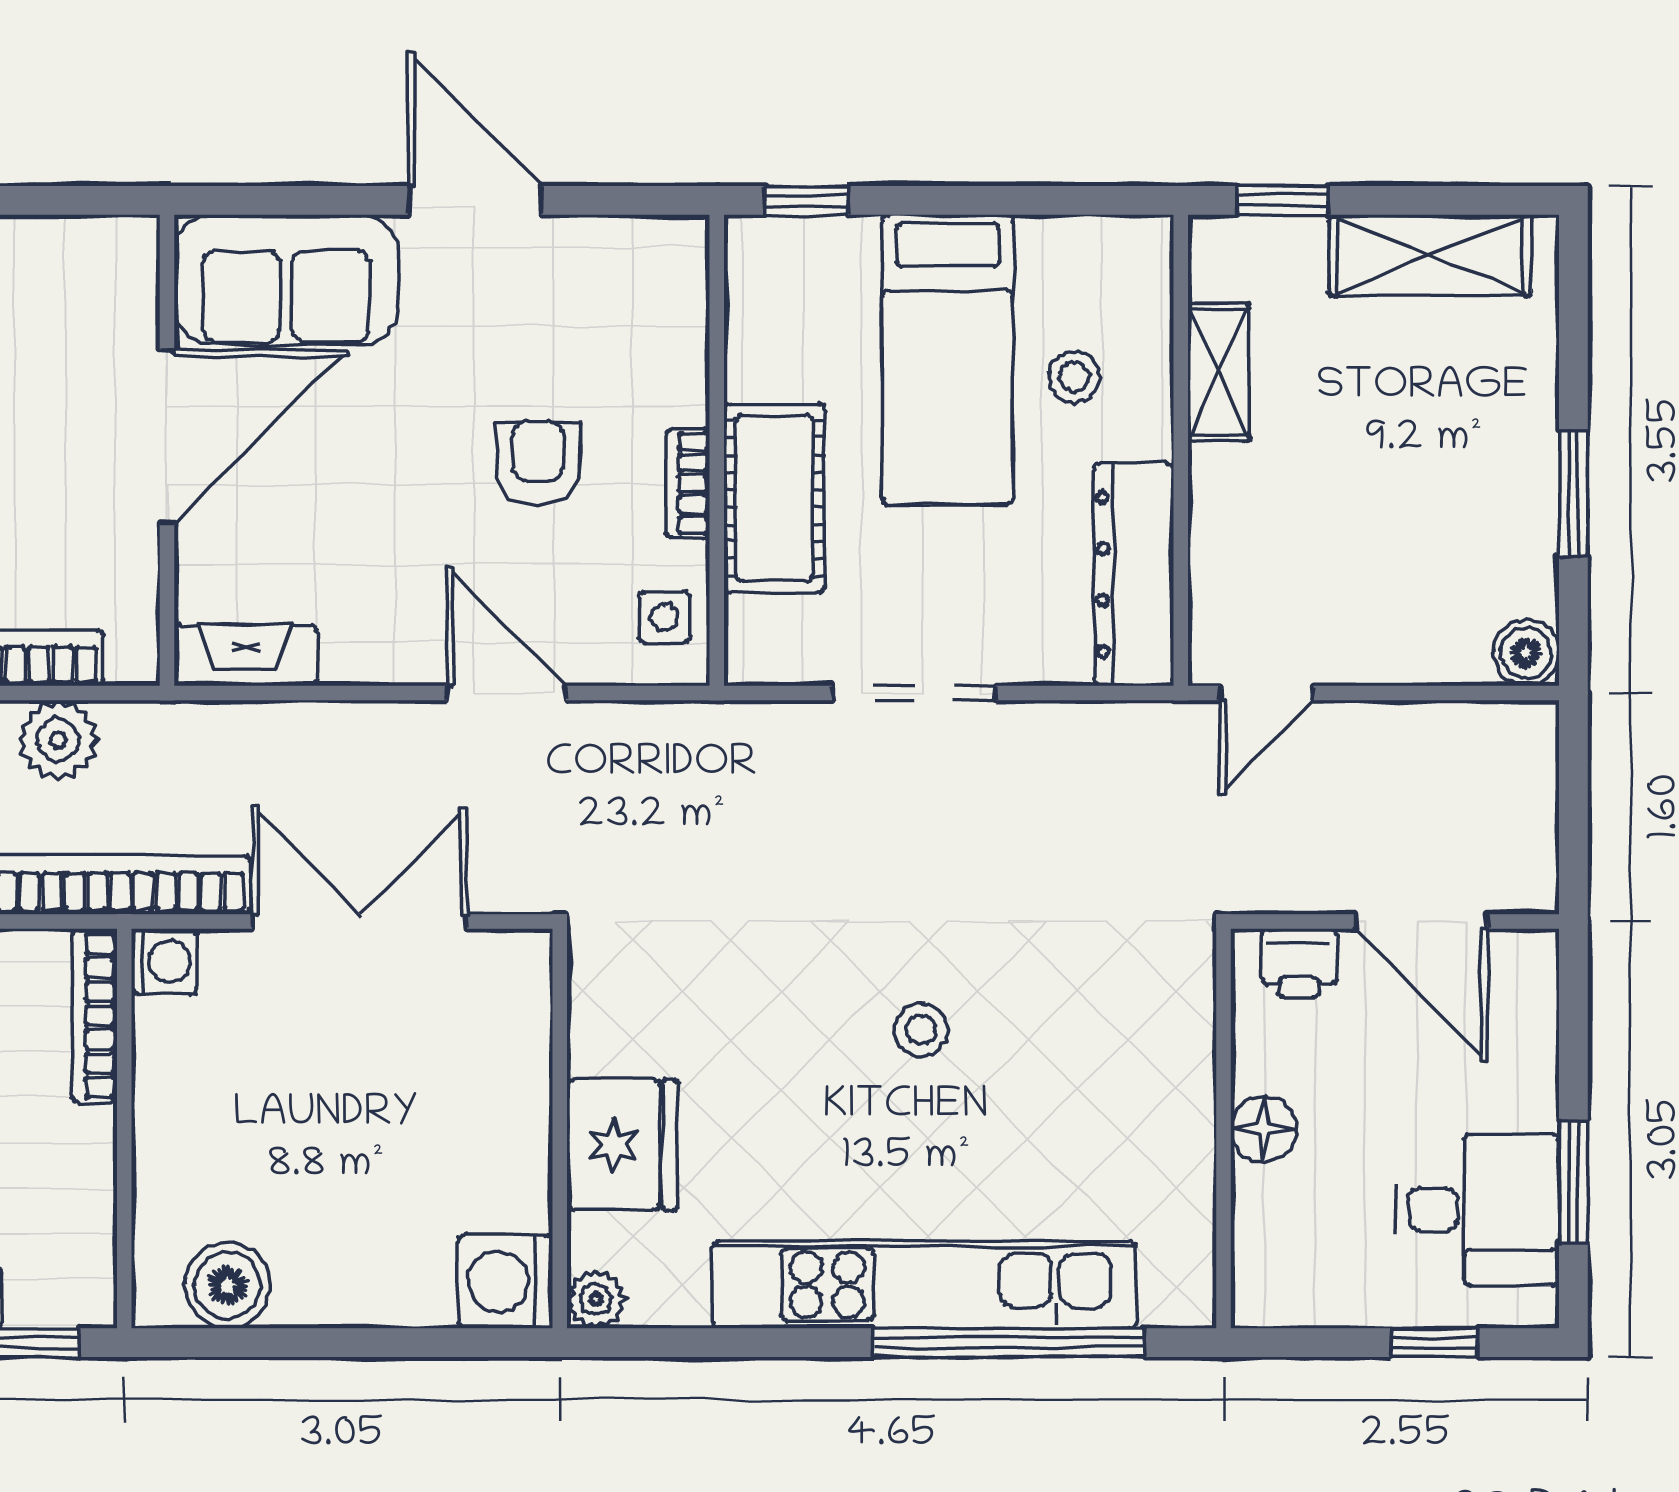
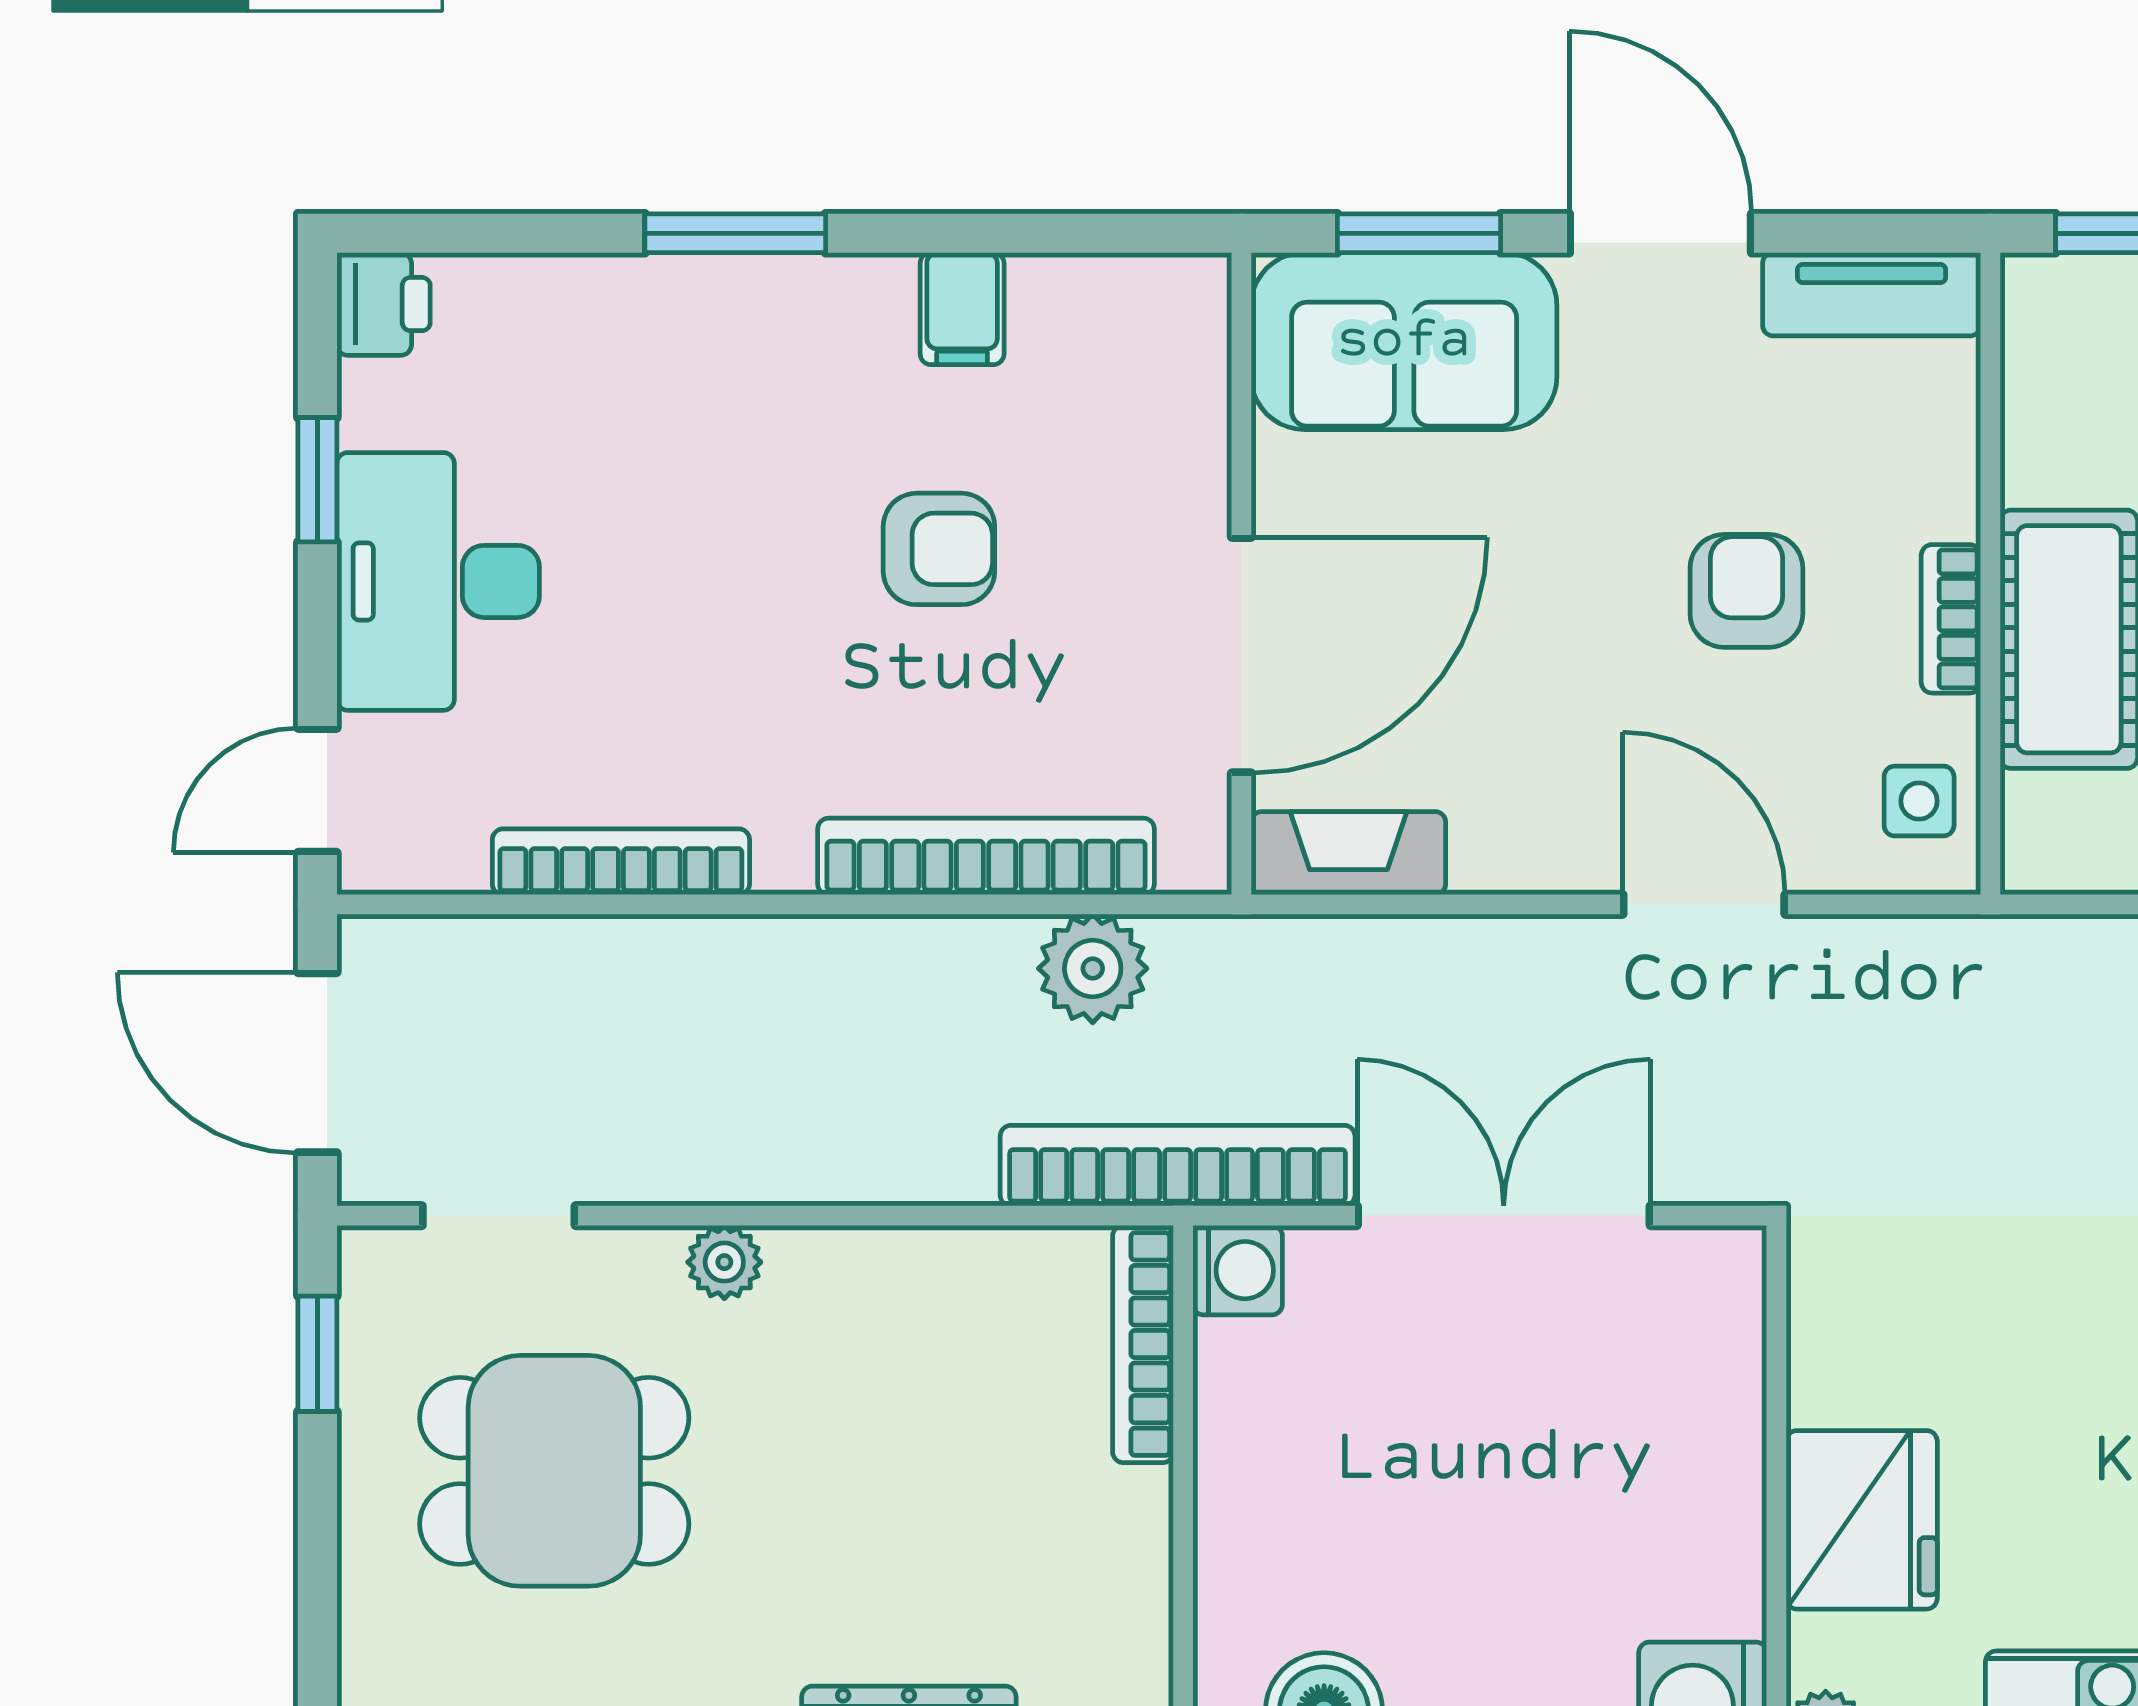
window: (297, 200) -> (1419, 233), added
tv unit: (630, 245) -> (1872, 294), added
door: (167, 436) -> (1241, 655), moved

